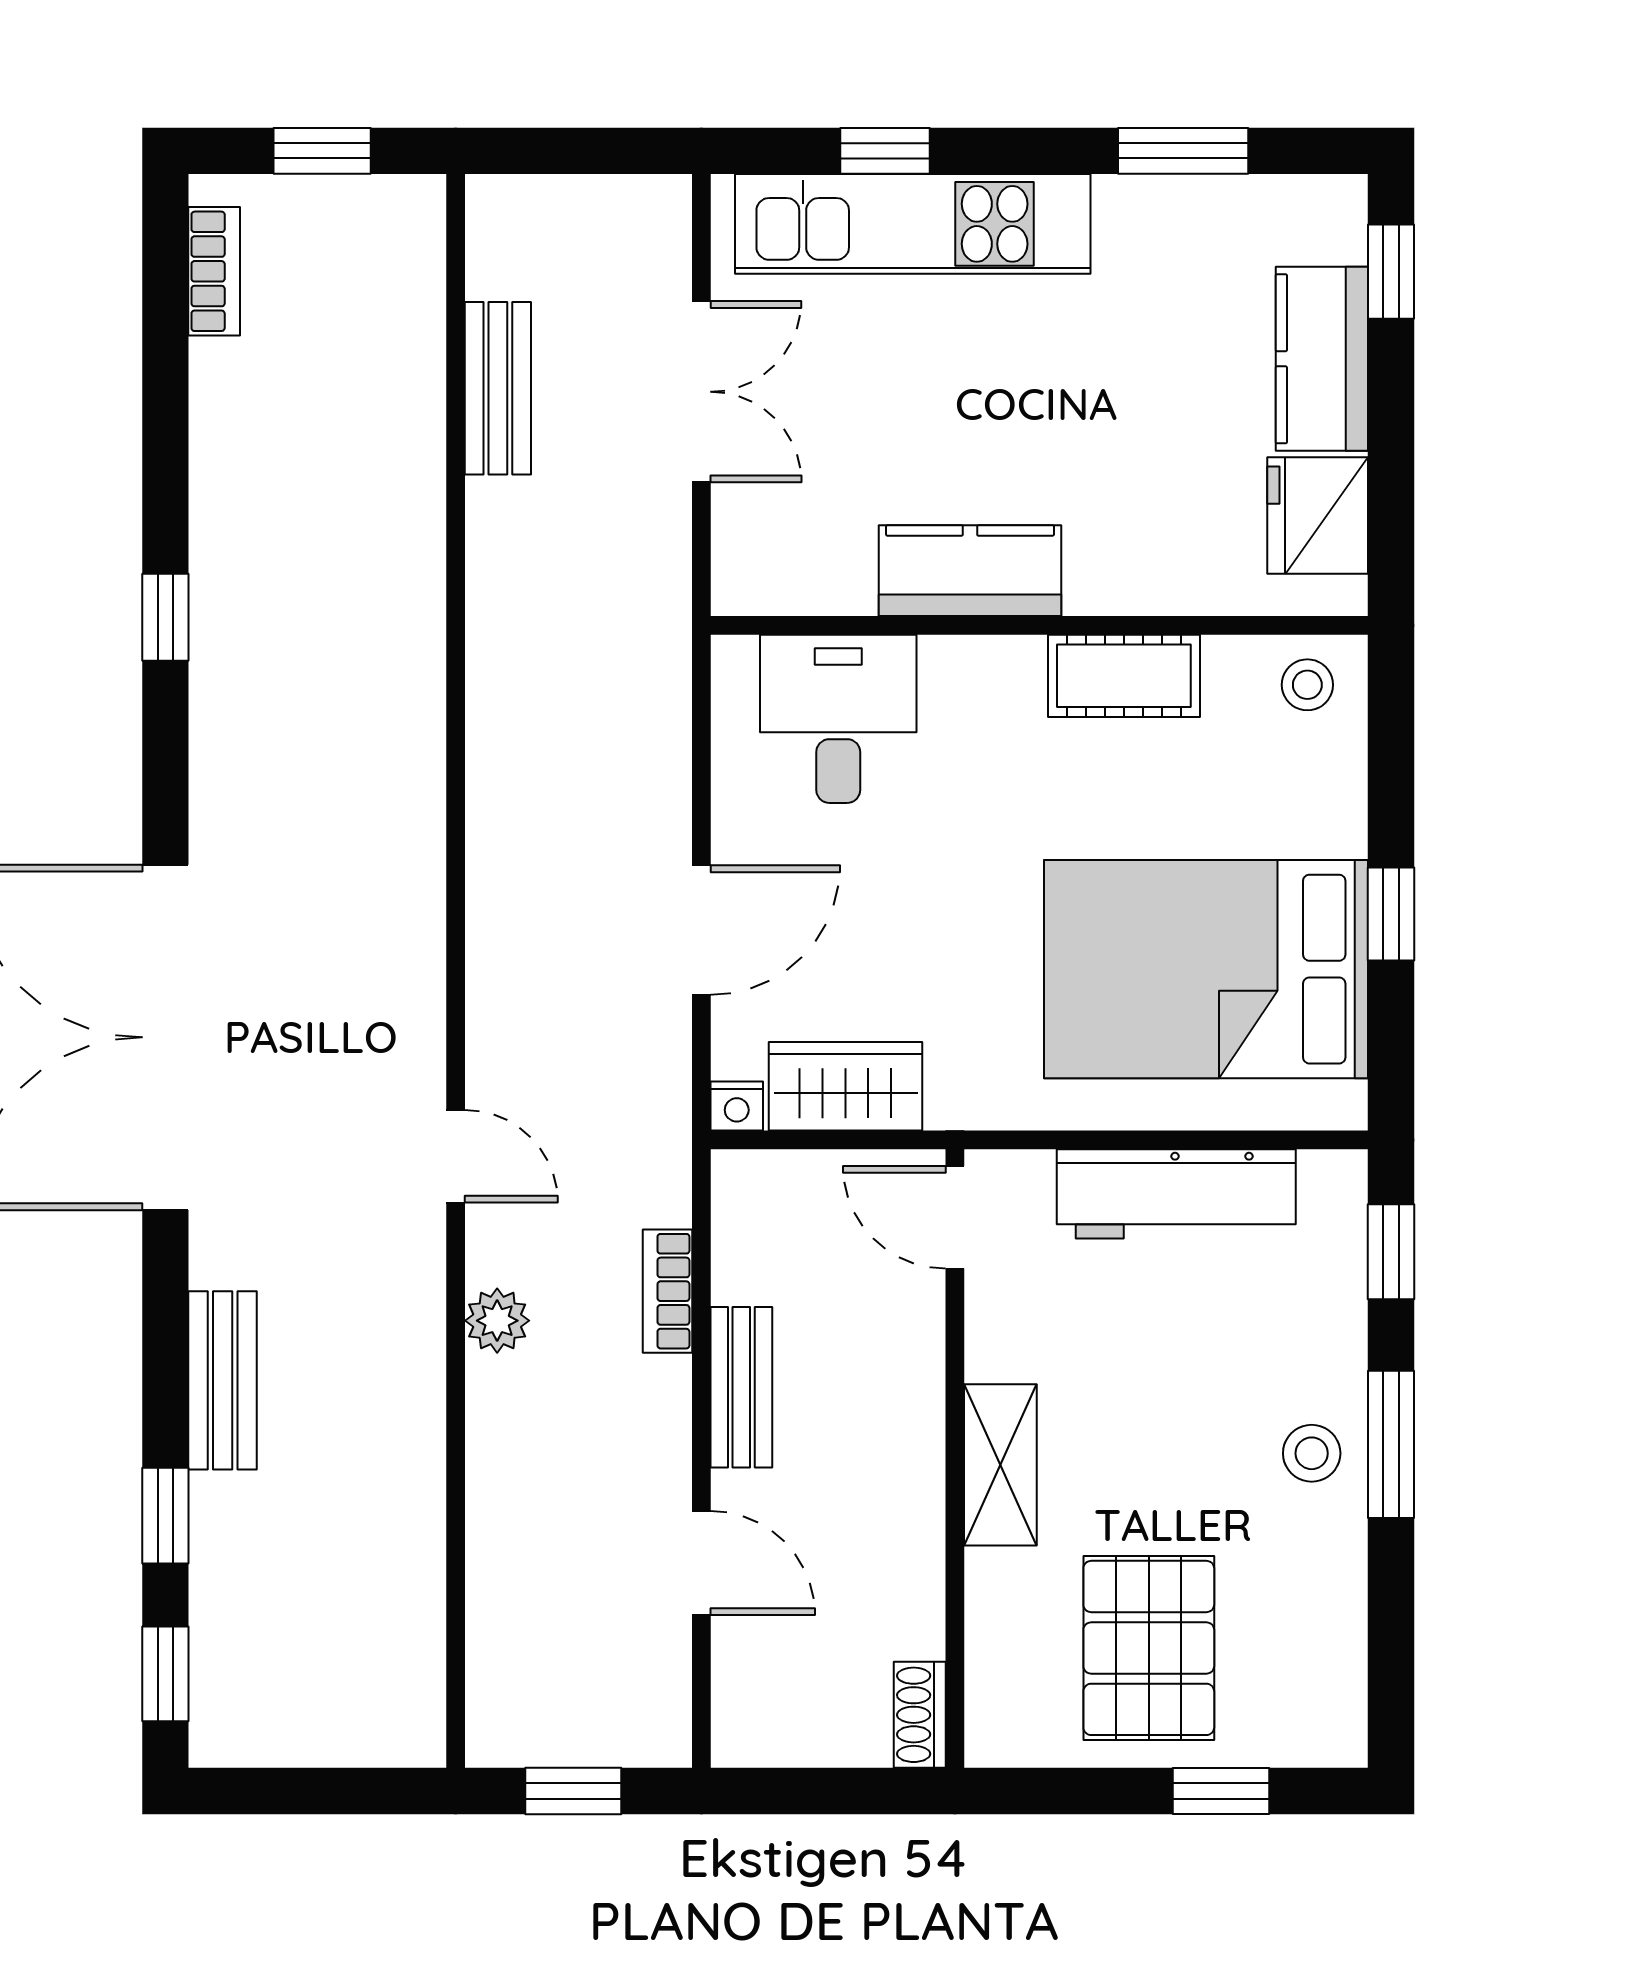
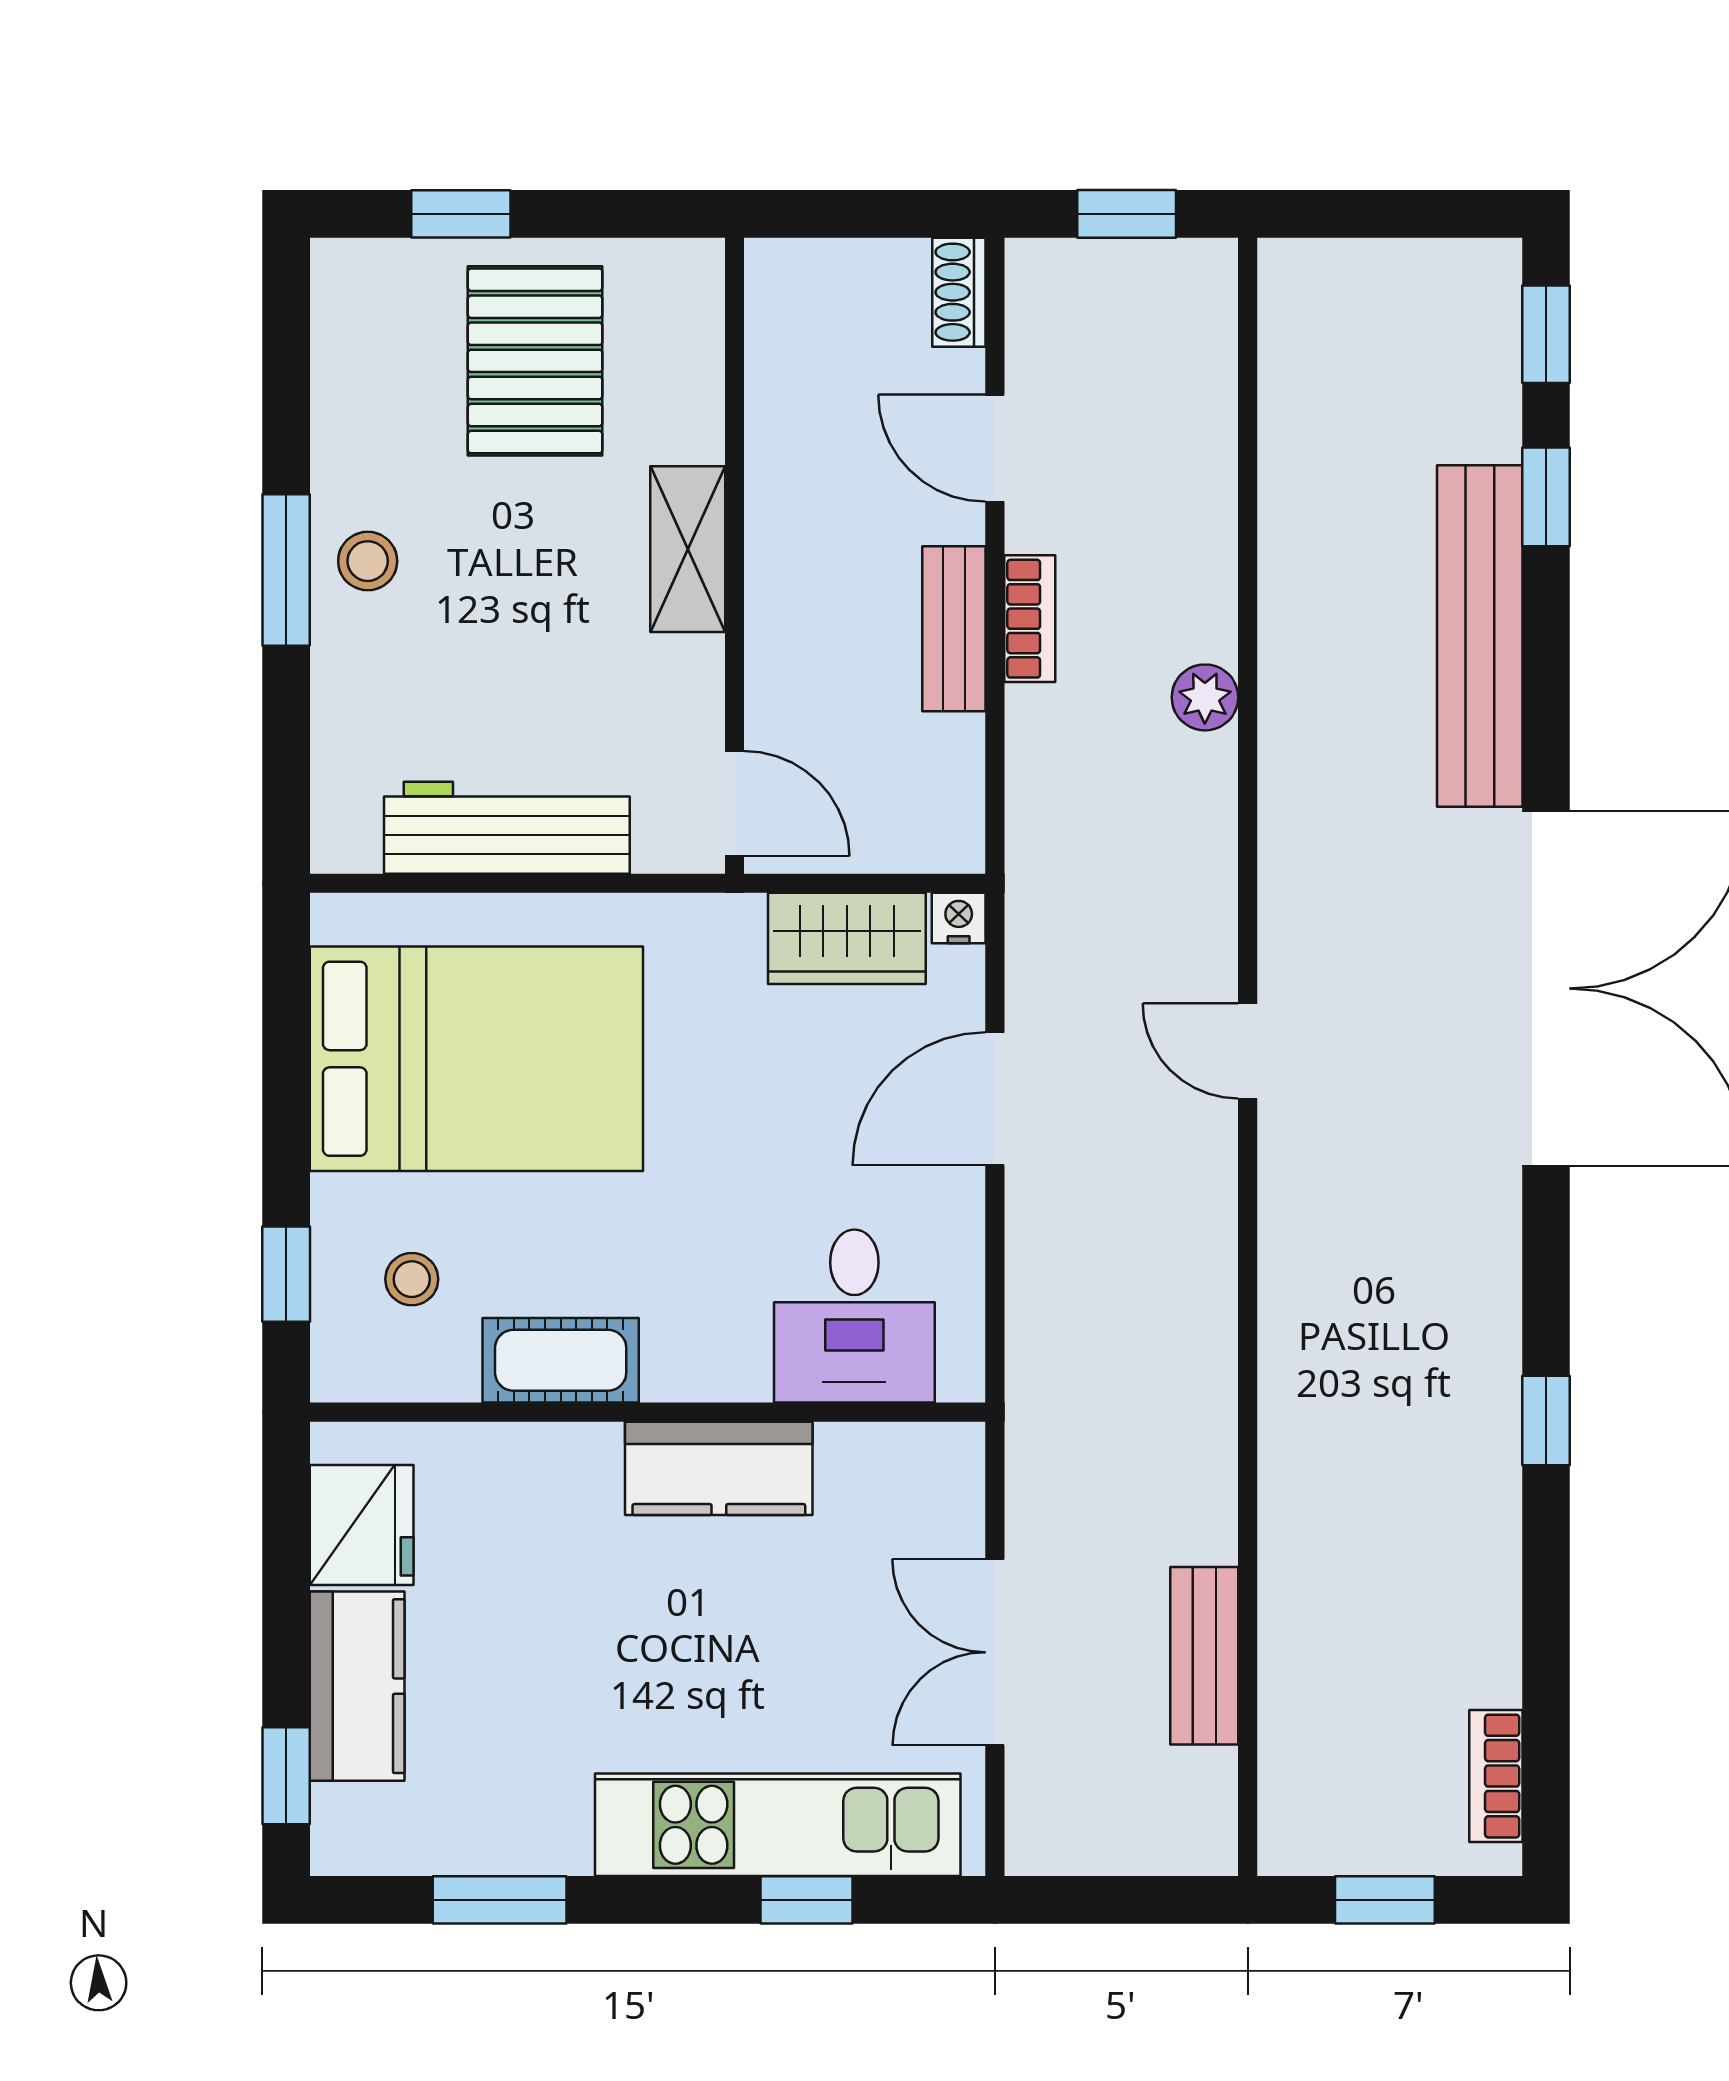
stool: (1307, 685) -> (412, 1279), moved
window: (1391, 914) -> (286, 1274), moved
door: (456, 1156) -> (1248, 1051), moved
window: (1391, 1252) -> (286, 768), removed
bookcase: (668, 1291) -> (1030, 619), moved
bench: (223, 1380) -> (1480, 636), width x1.86, depth x1.21
shoe rack: (920, 1715) -> (959, 292), moved, turned 180

